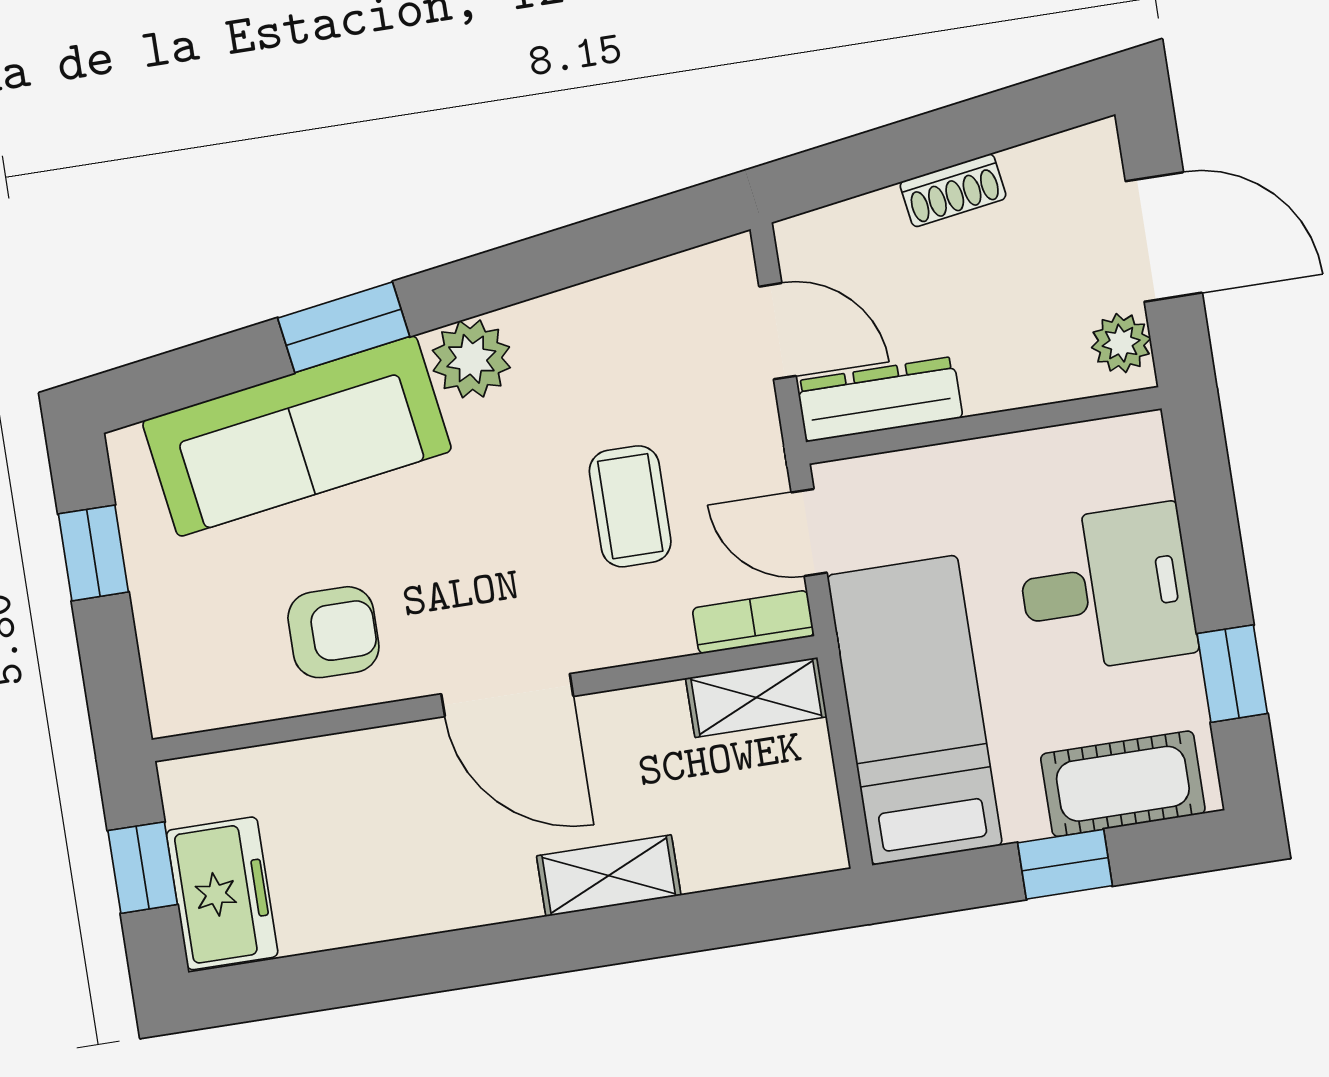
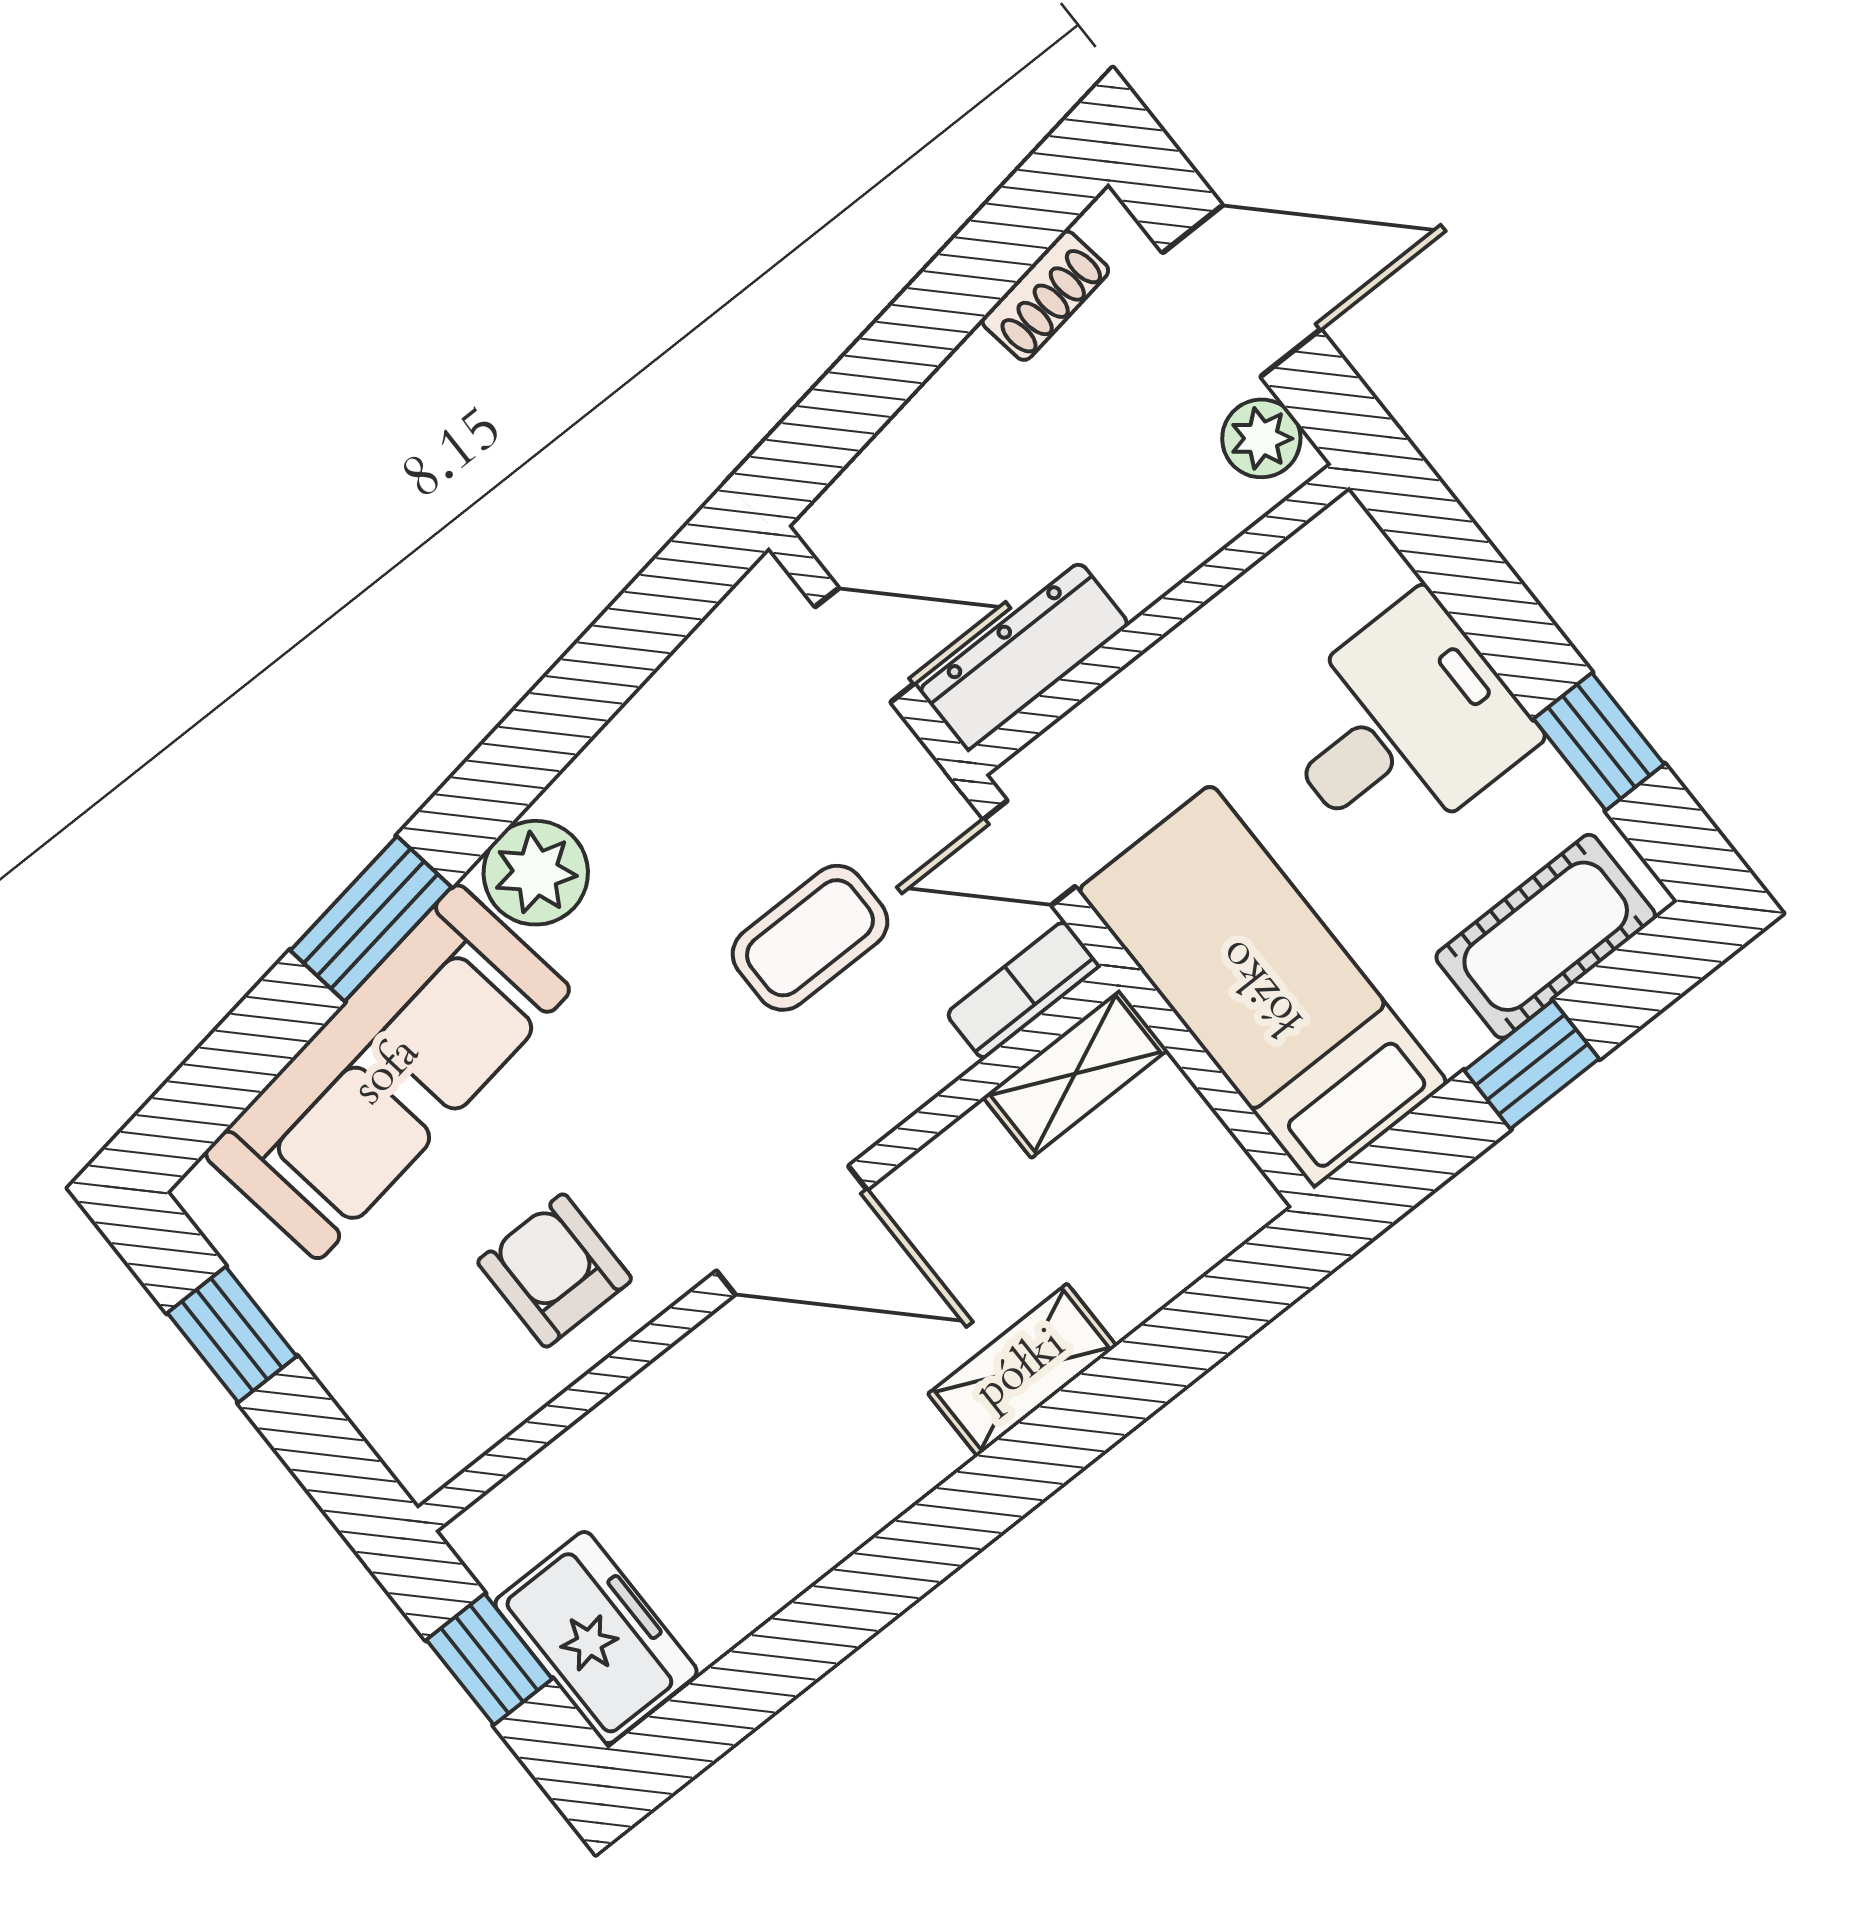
shoe rack: (953, 190) -> (1045, 296), moved
coffee table: (630, 506) -> (810, 938), turned 90
armchair: (333, 632) -> (555, 1271), turned -90

